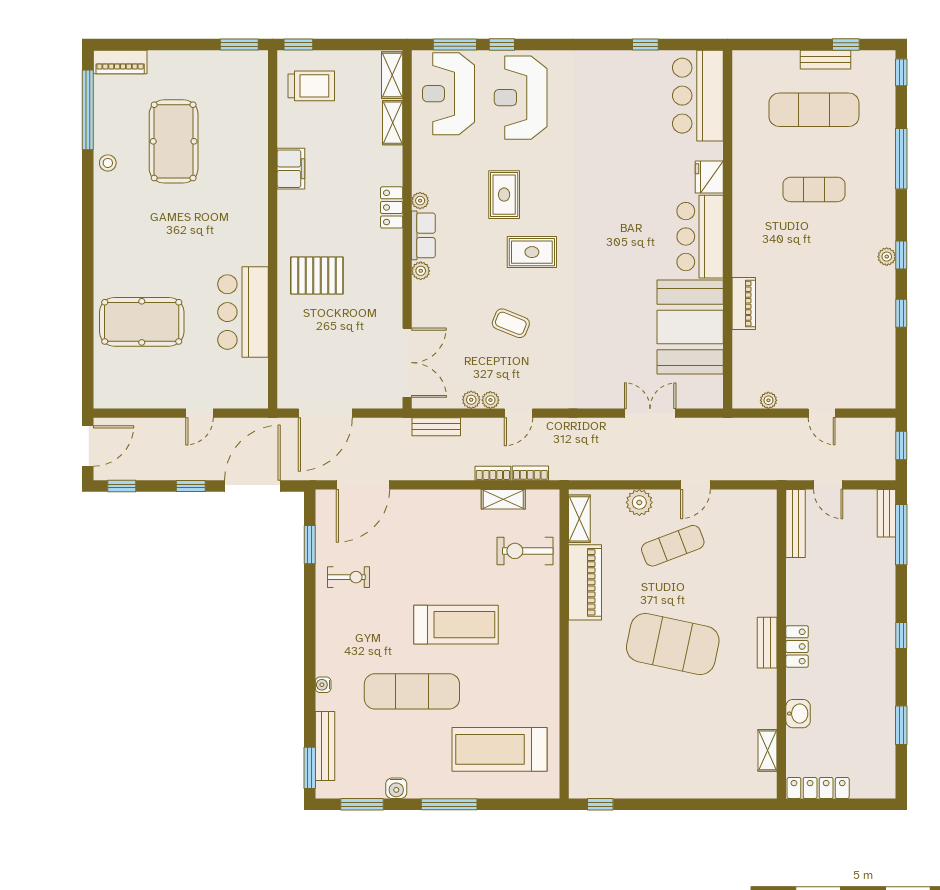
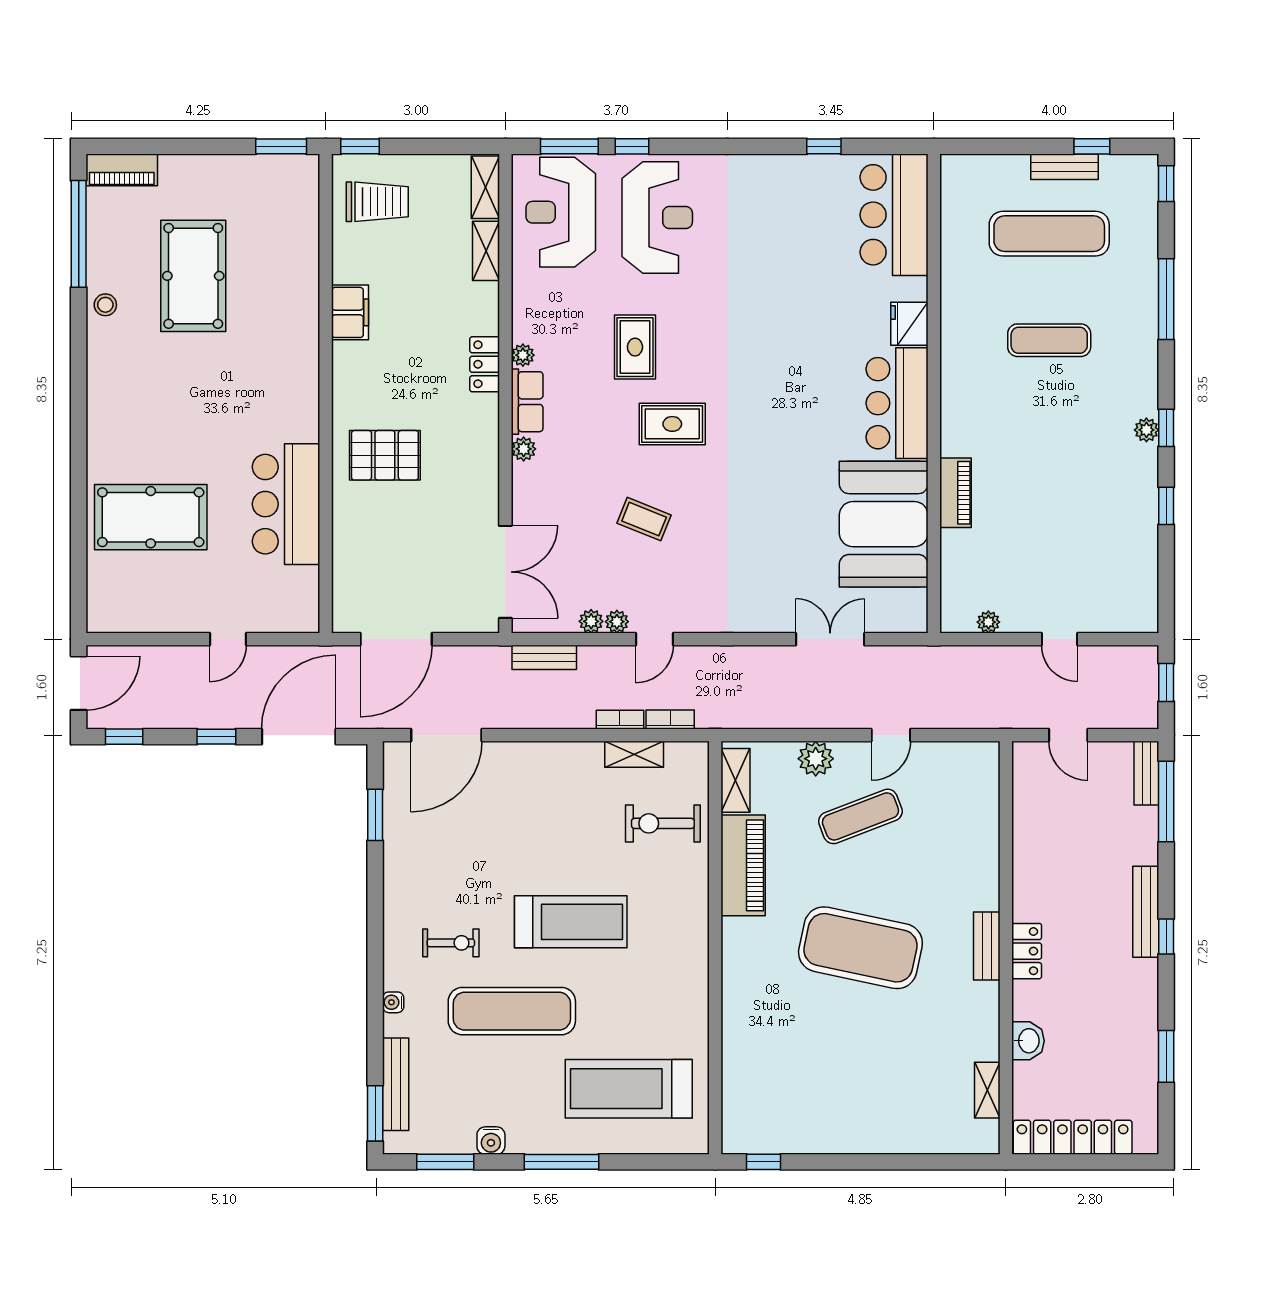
reception desk: (521, 98) -> (657, 217), turned 180
bench: (795, 523) -> (1146, 912), moved
exercise bike: (348, 577) -> (451, 943), moved
locker: (818, 788) -> (1073, 1137), width x1.41, depth x1.21

